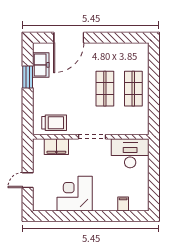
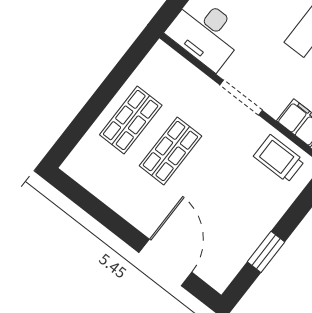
door: (69, 38) -> (165, 262), hinge flipped
freezer: (41, 65) -> (235, 255), removed

